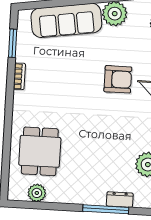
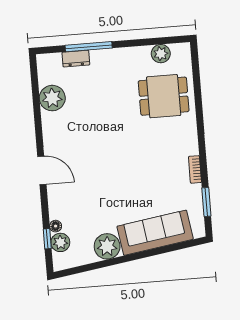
armchair: (118, 79) -> (95, 180), removed
dining table: (40, 151) -> (164, 96), turned 90

